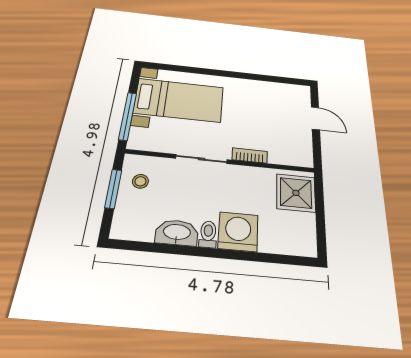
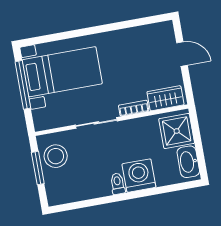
window: (128, 116) -> (23, 85), moved
wardrobe: (289, 155) -> (165, 98), added
stool: (140, 181) -> (56, 156), width x1.89, depth x1.89
washbasin: (177, 233) -> (188, 162), moved, turned -90

